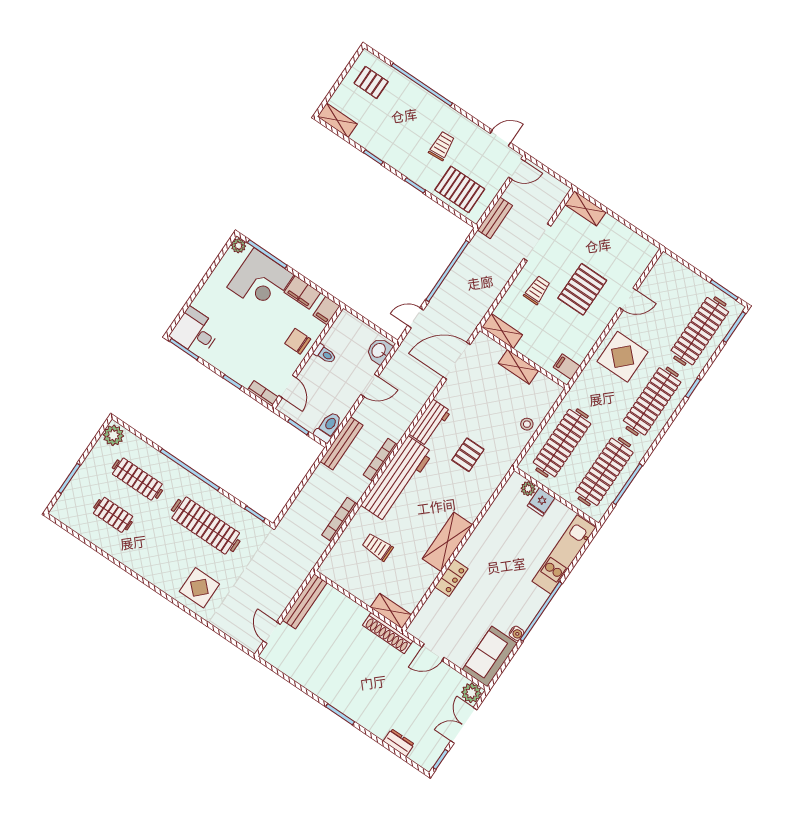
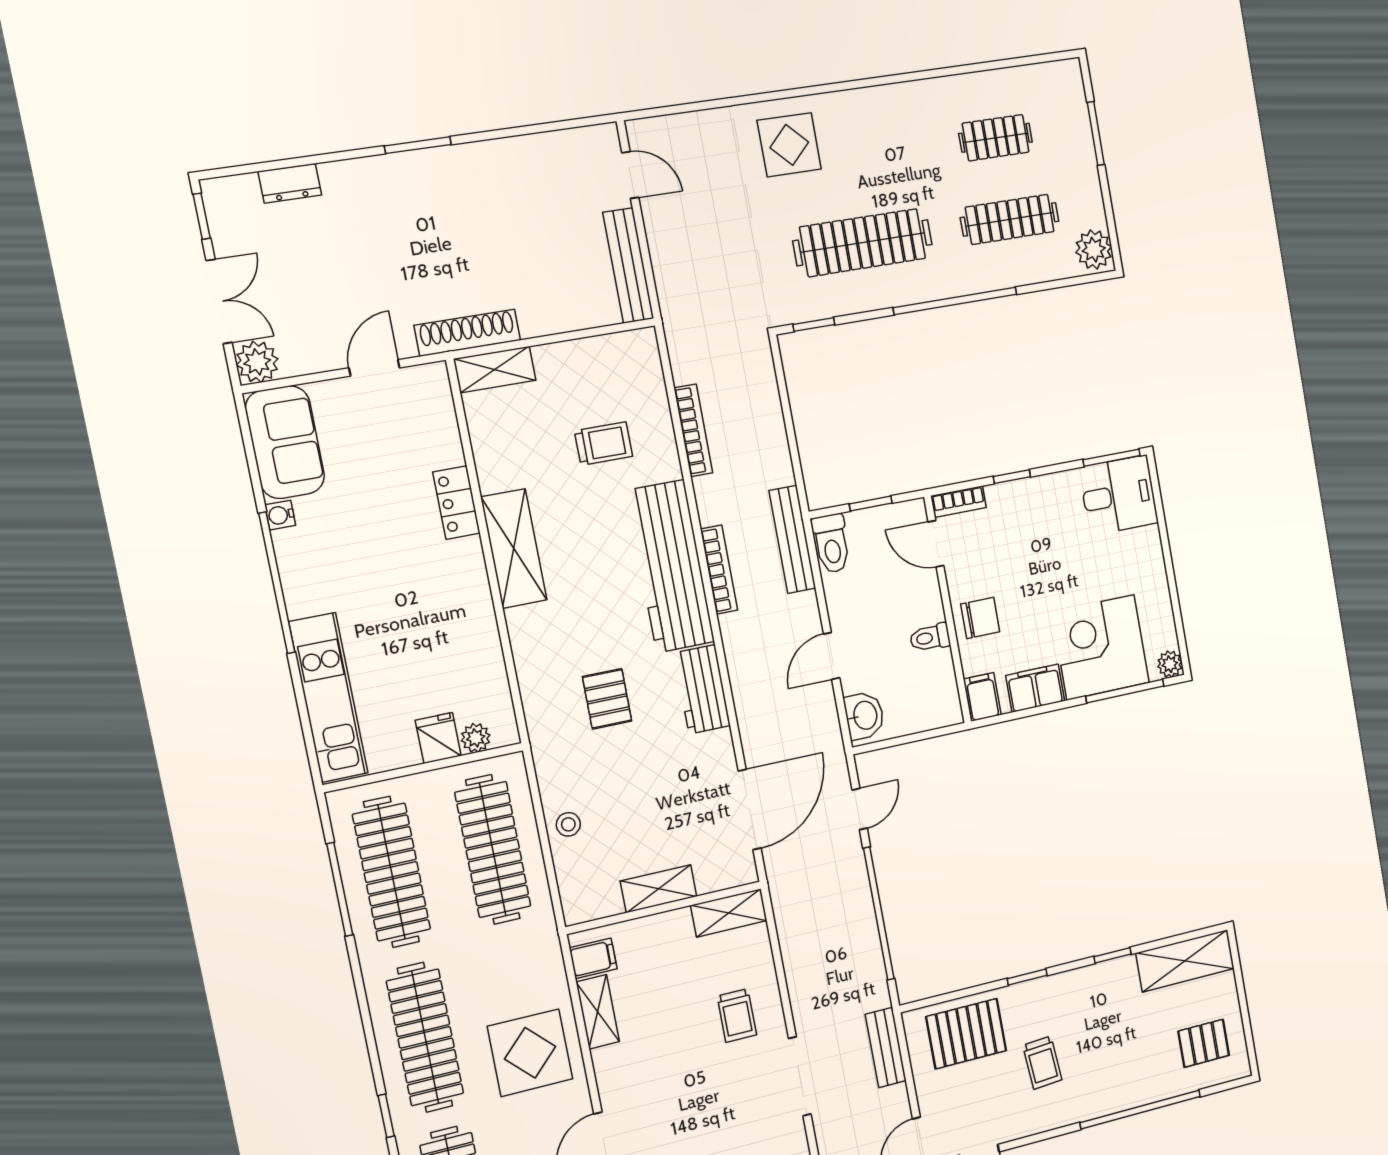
shelving: (337, 120) -> (1185, 961), width x1.50, depth x1.33
pallet: (582, 289) -> (678, 1081), removed
shelving: (585, 346) -> (598, 1012), added

